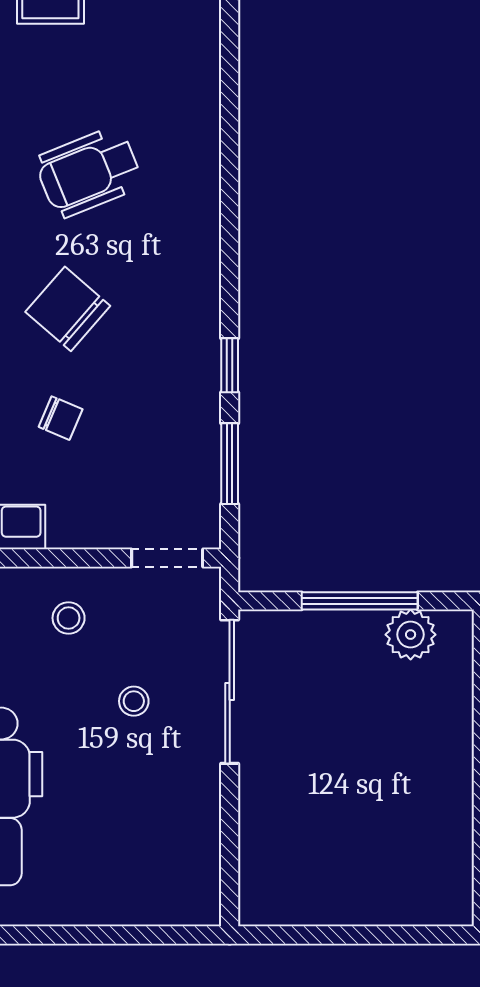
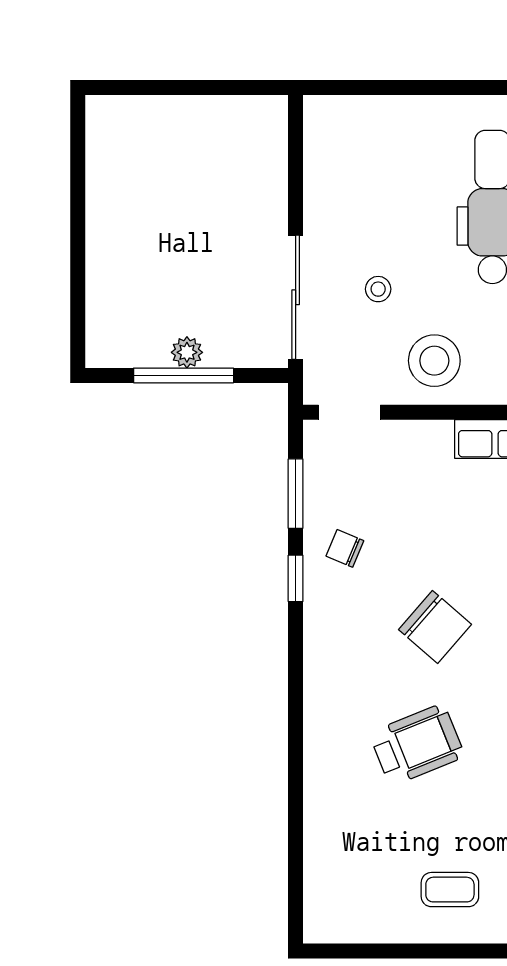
chair: (61, 418) -> (345, 548), moved
stool: (69, 618) -> (434, 361), width x1.89, depth x1.89
plant: (411, 635) -> (187, 352), moved, width x0.73, depth x0.73

